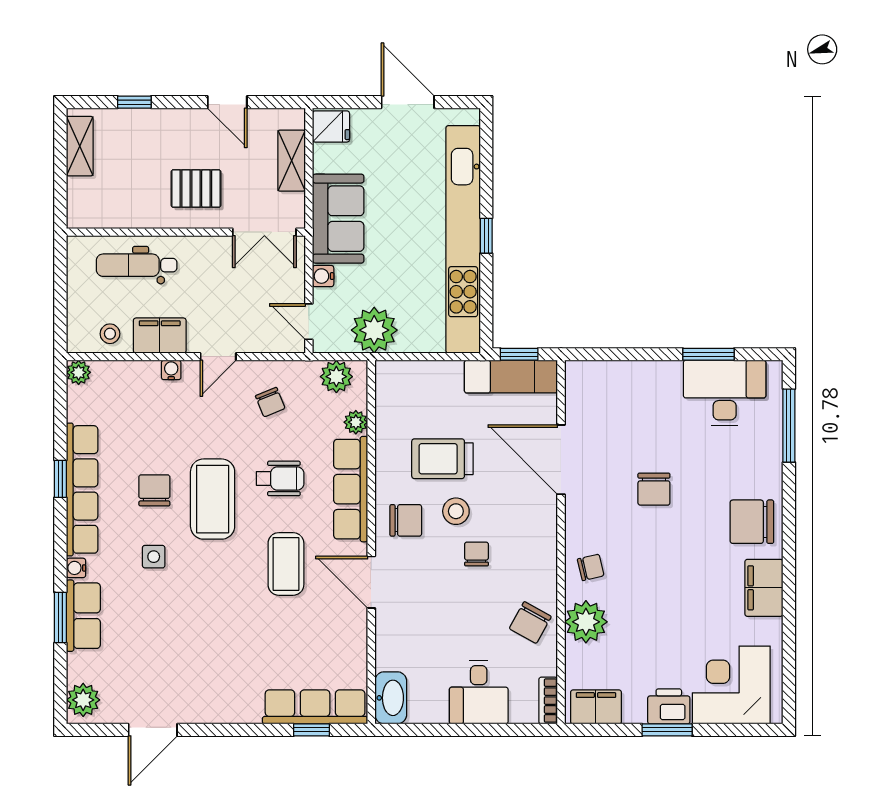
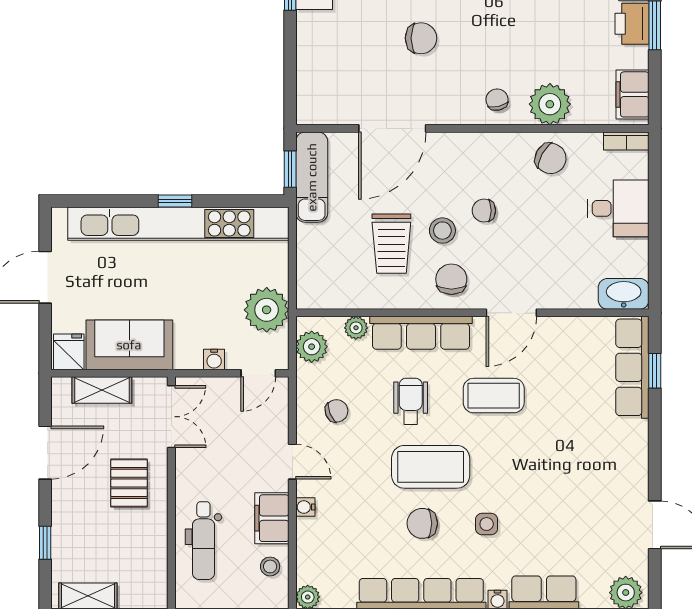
door: (227, 102) -> (45, 453), width x1.38
sofa: (338, 219) -> (129, 345), moved

